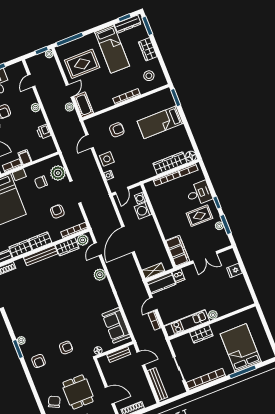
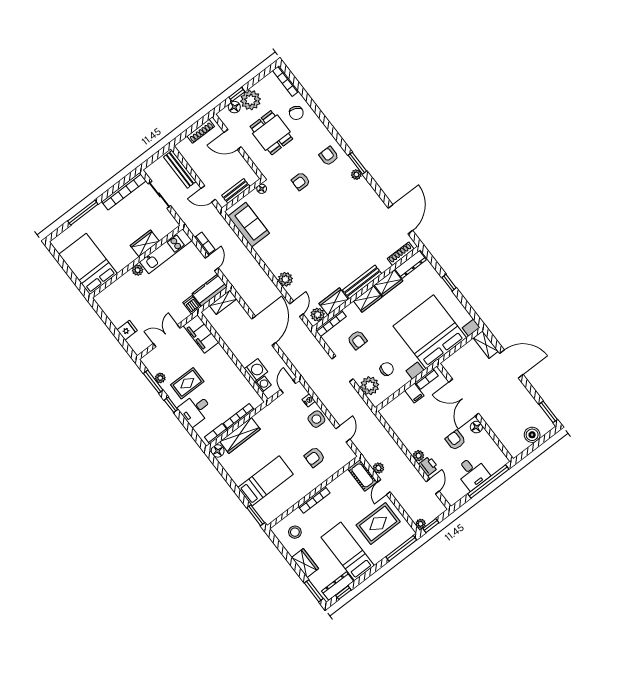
printer: (44, 132) -> (428, 466), moved
bed: (241, 348) -> (88, 264), moved, turned 180

